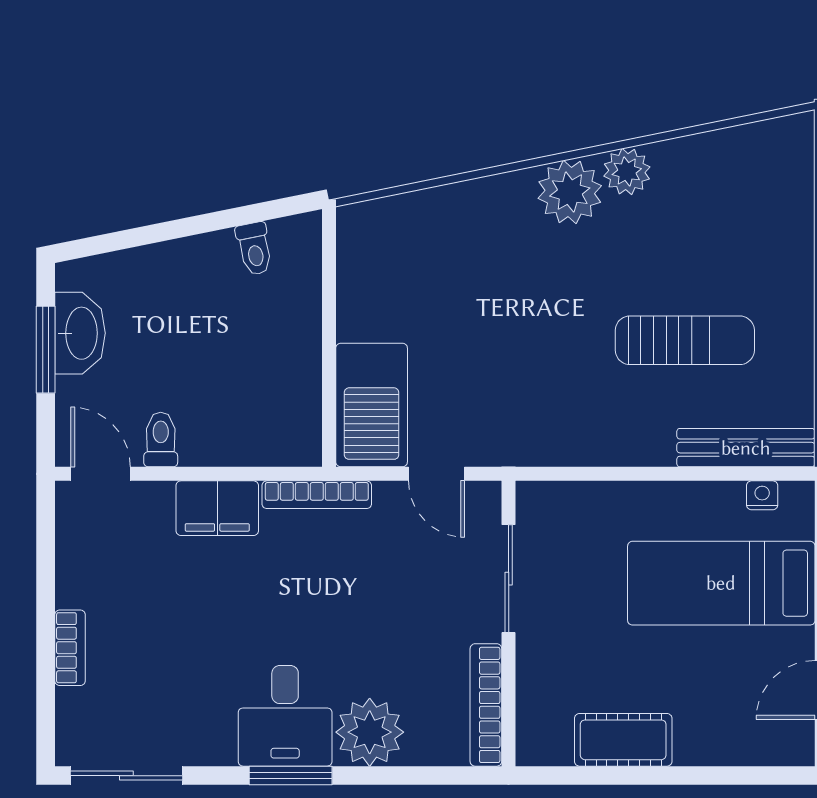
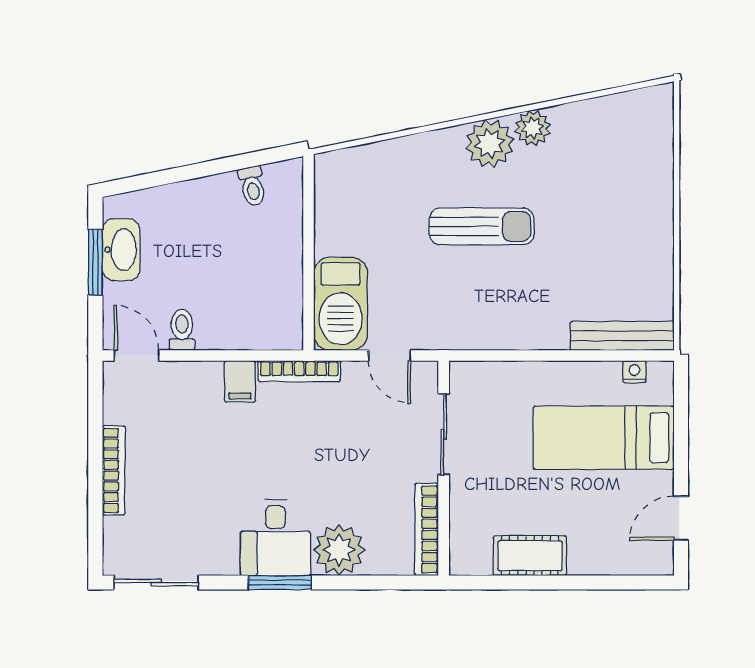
sun lounger: (685, 340) -> (482, 226), moved
filing cabinet: (217, 508) -> (240, 381), width x0.50
bookcase: (70, 648) -> (114, 470), width x1.56

